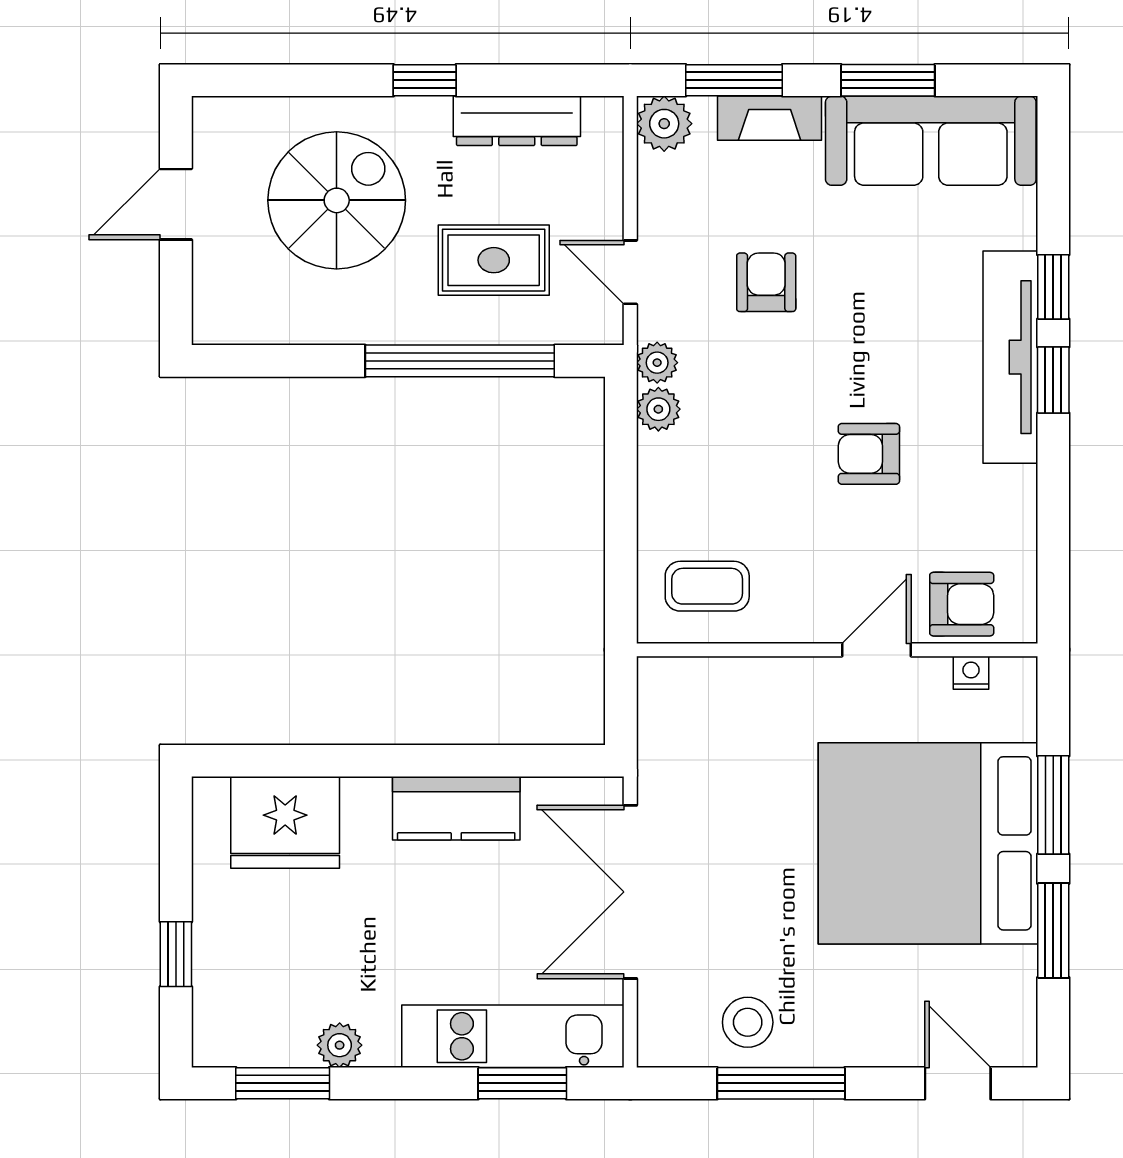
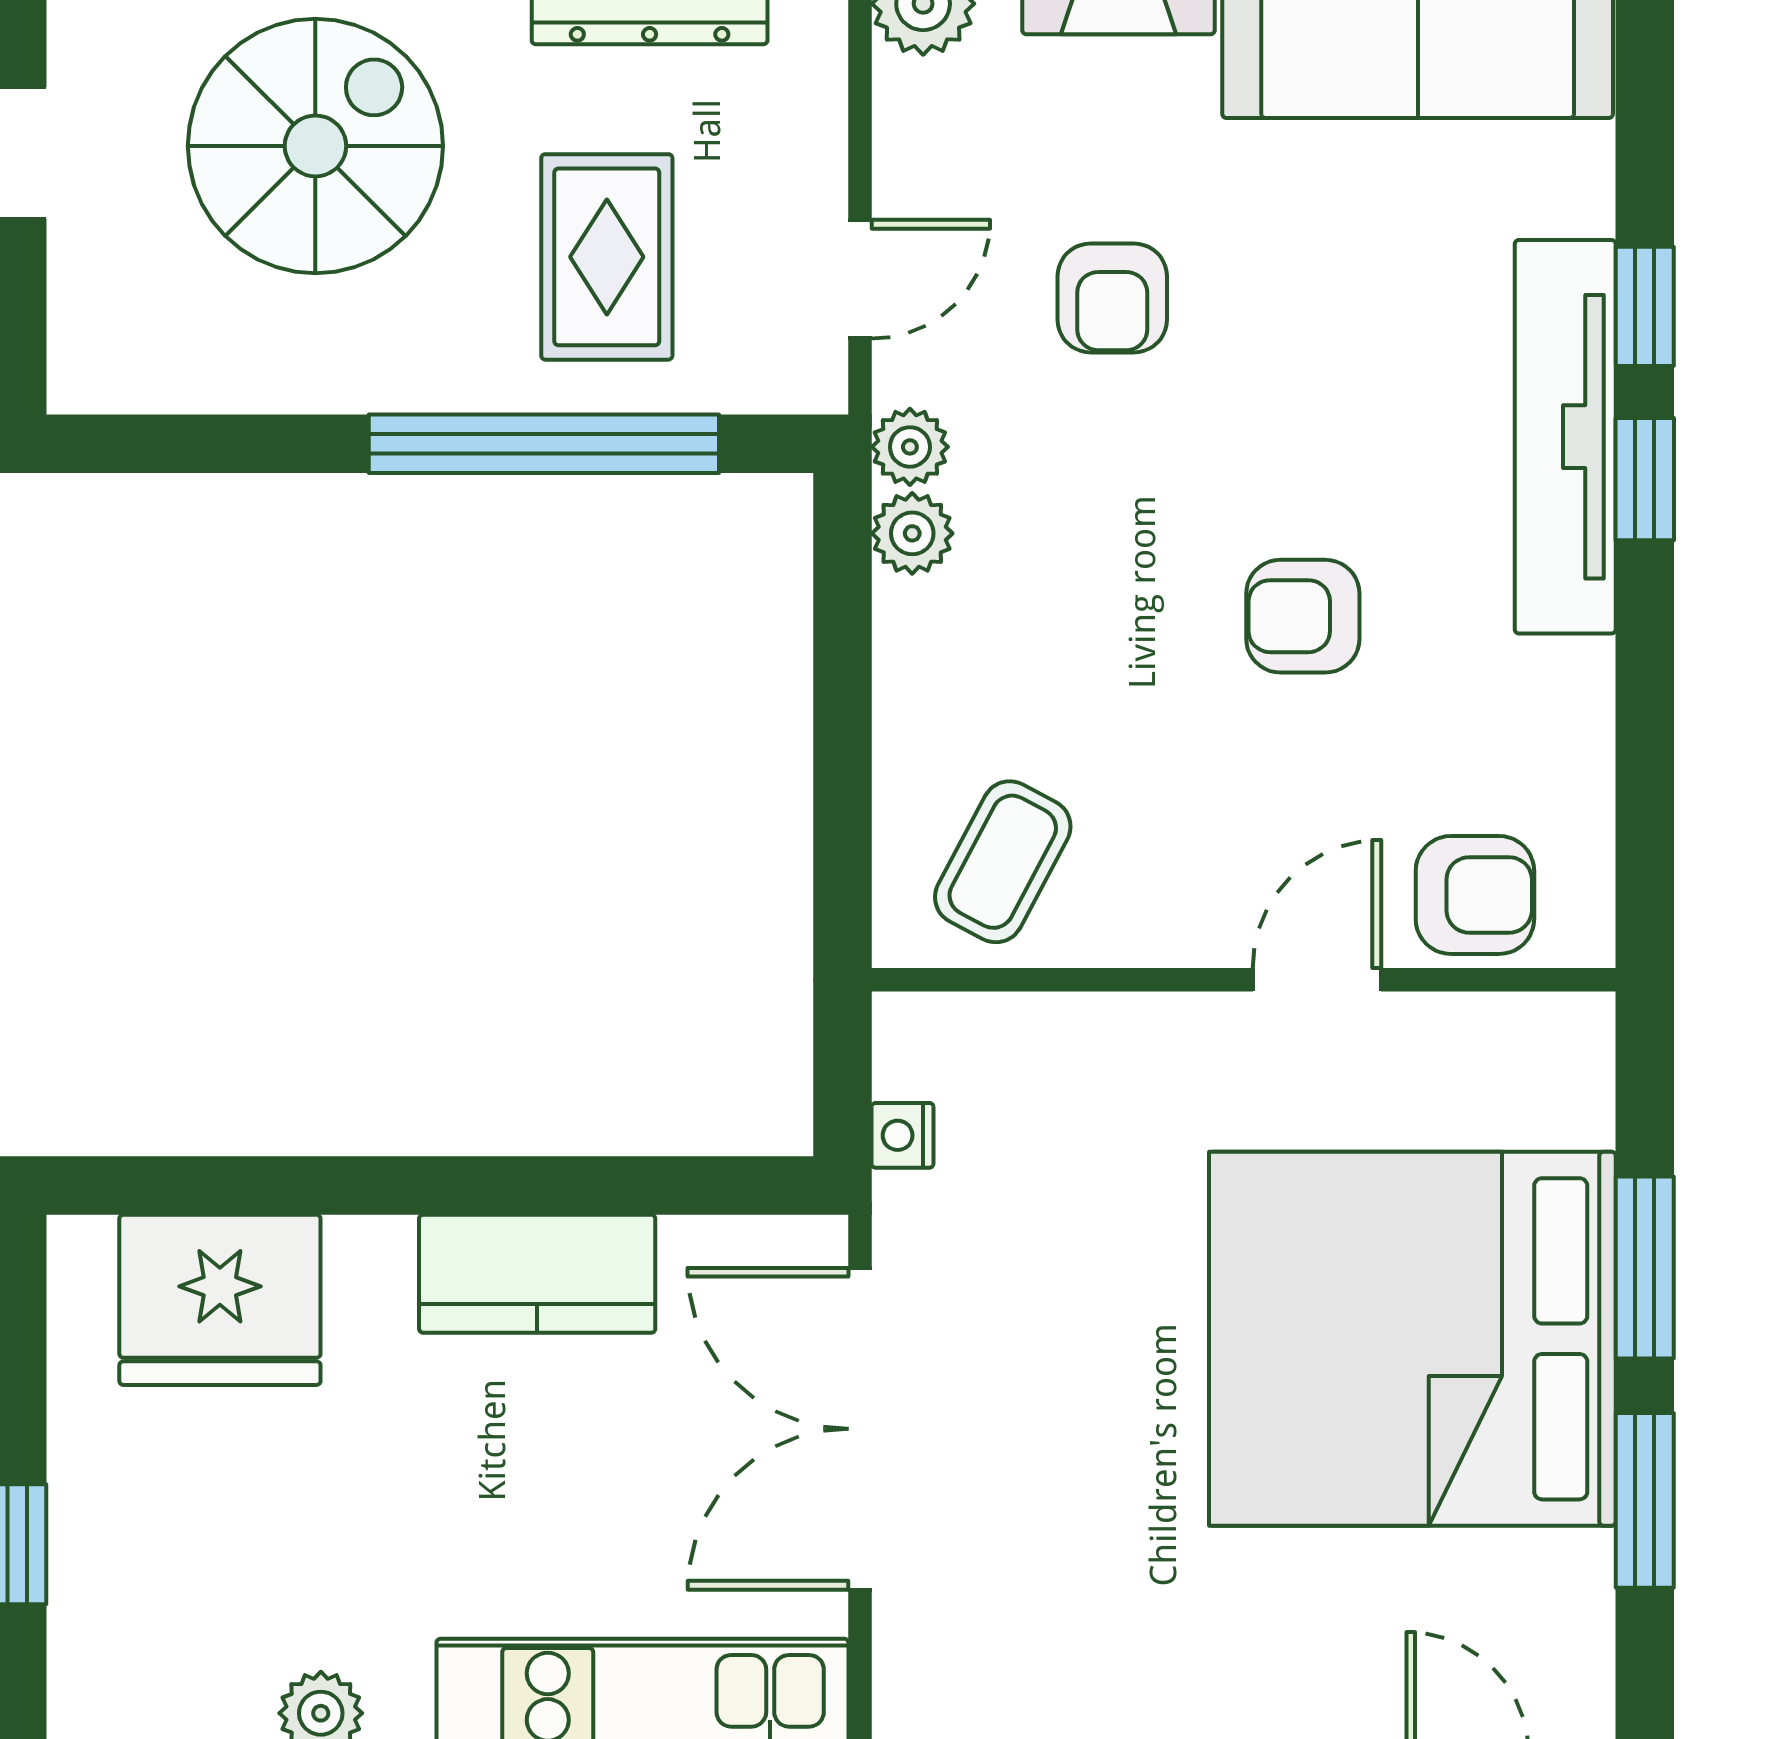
rug: (494, 260) -> (607, 257), turned 90
door: (630, 272) -> (860, 279), swing flipped
armchair: (766, 282) -> (1112, 298), turned 180
coffee table: (707, 586) -> (1003, 862), turned -62
nightstand: (971, 673) -> (903, 1135), moved, turned -90
stool: (748, 1022) -> (1078, 1671), removed

